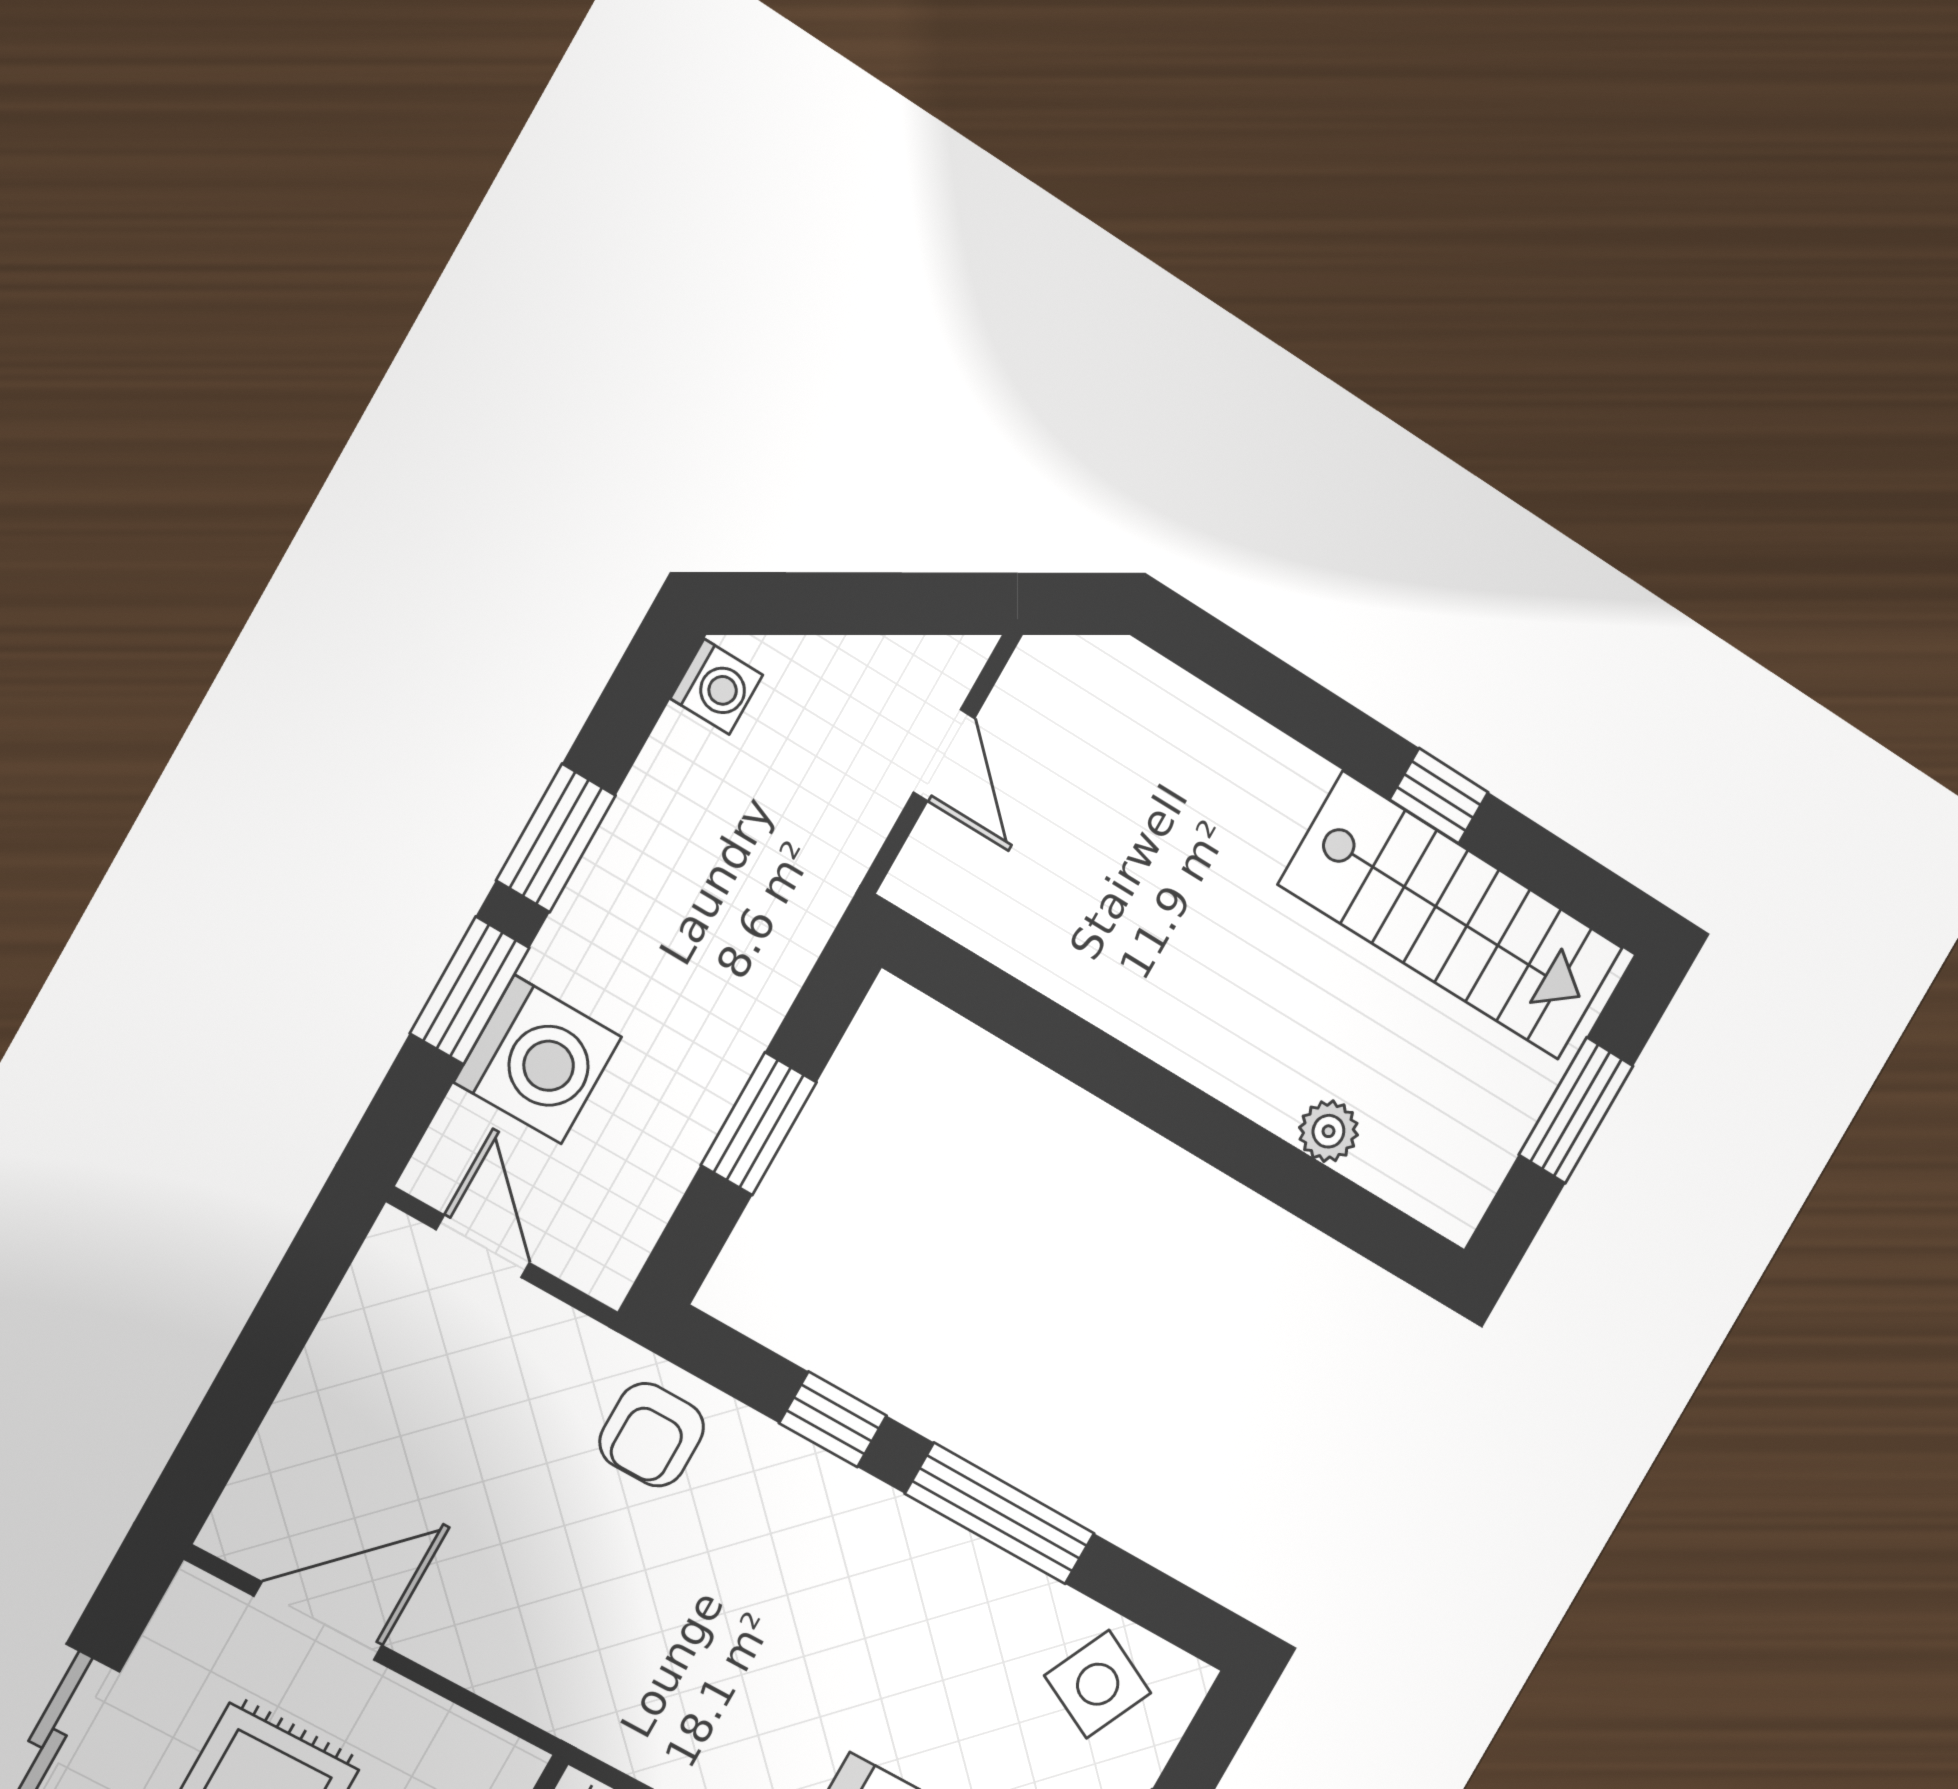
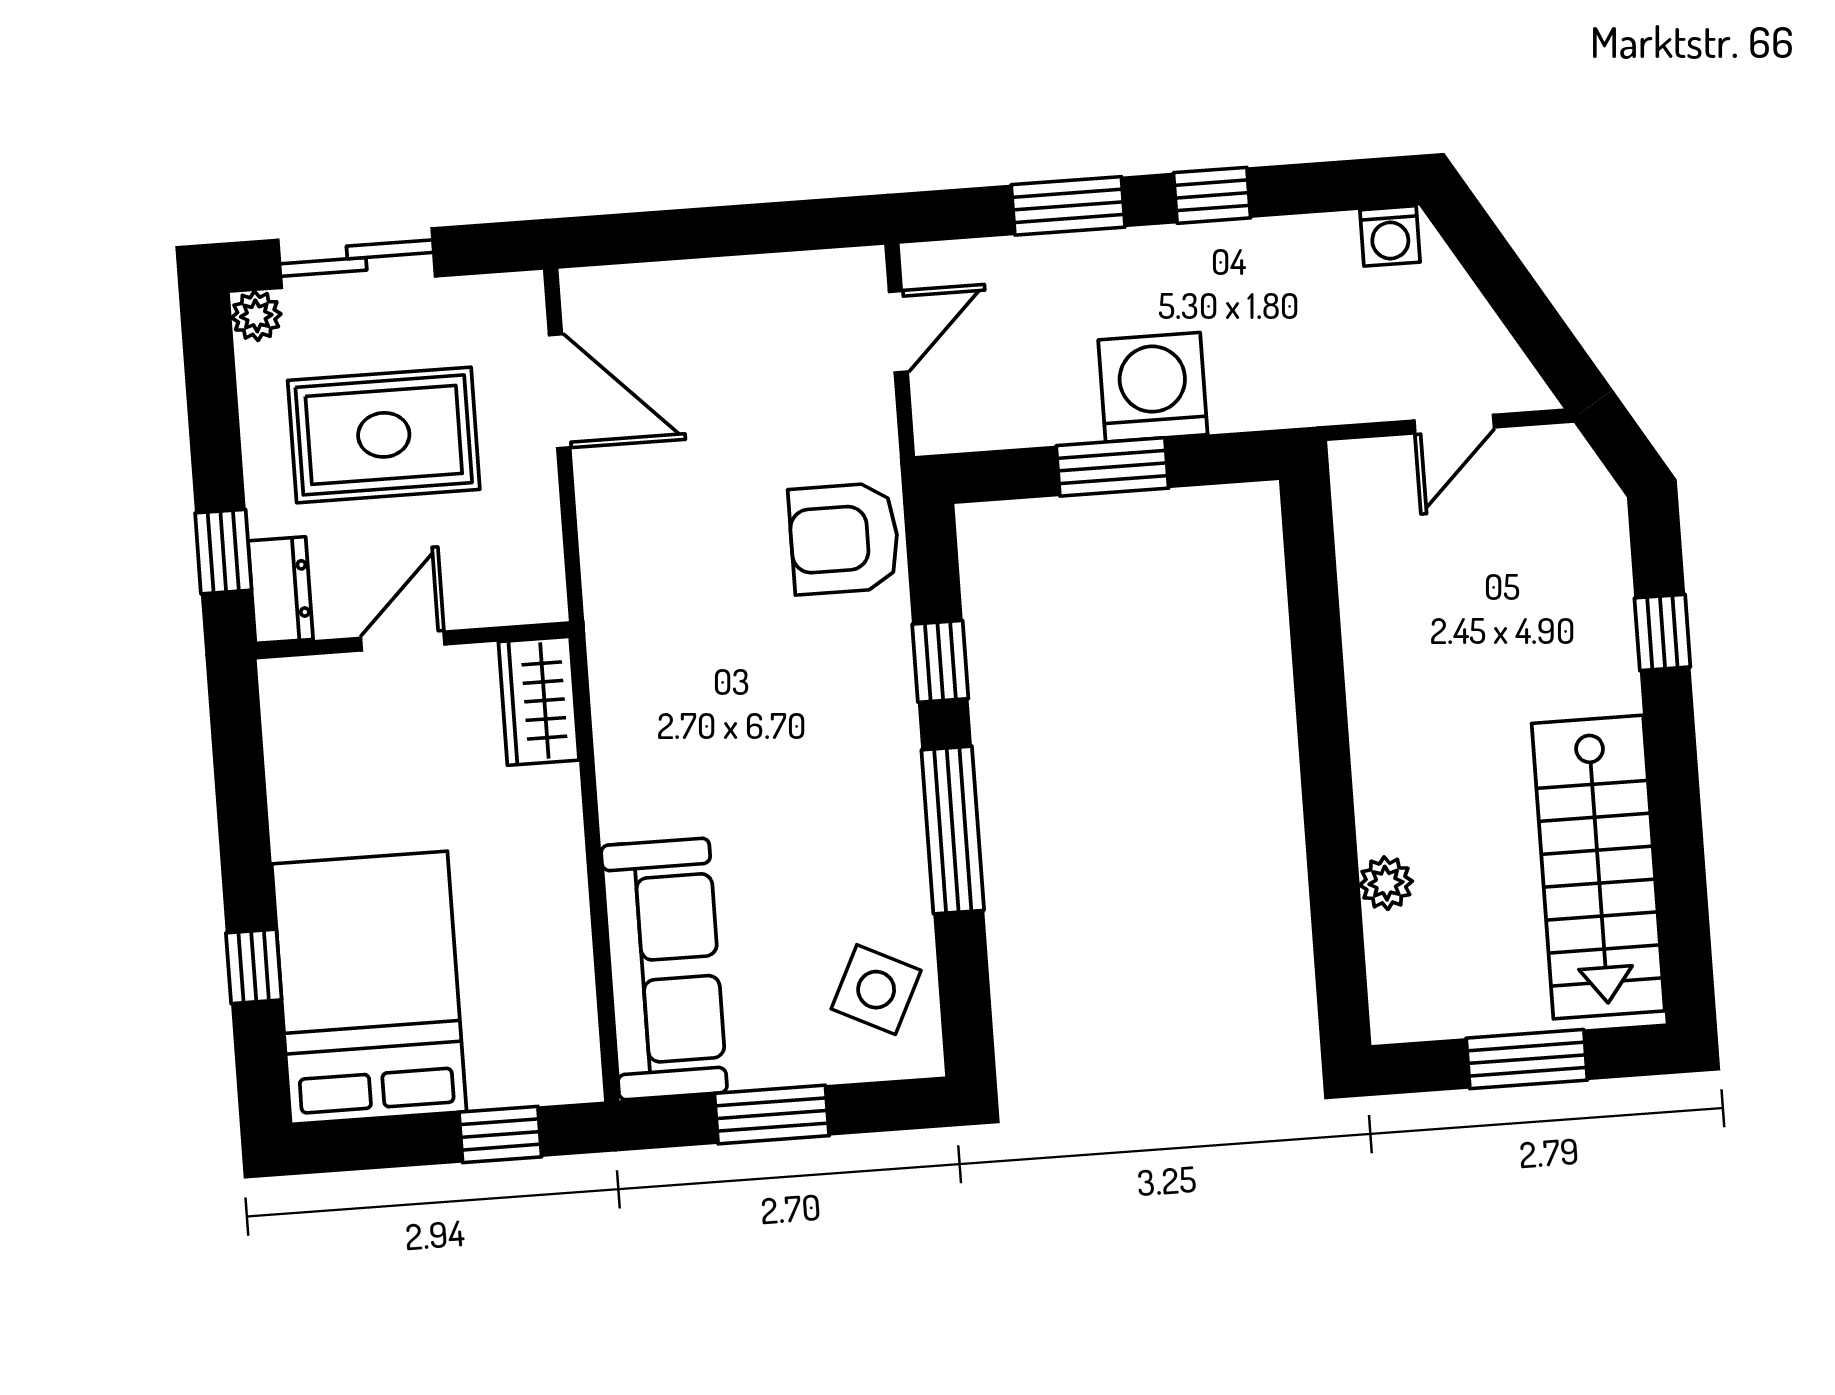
window: (1439, 796) -> (1662, 632), moved
window: (556, 838) -> (1212, 195), width x0.67
washing machine: (538, 1060) -> (1153, 387), moved, turned 180
armchair: (652, 1435) -> (844, 539), width x1.38, depth x1.38

